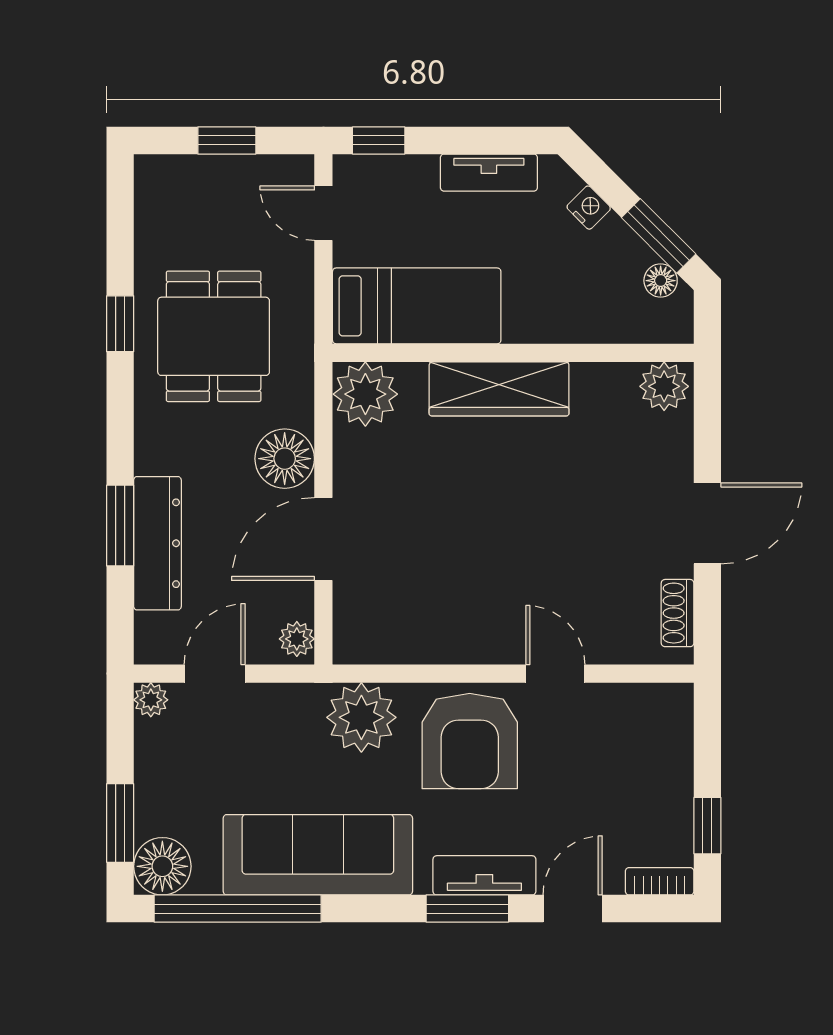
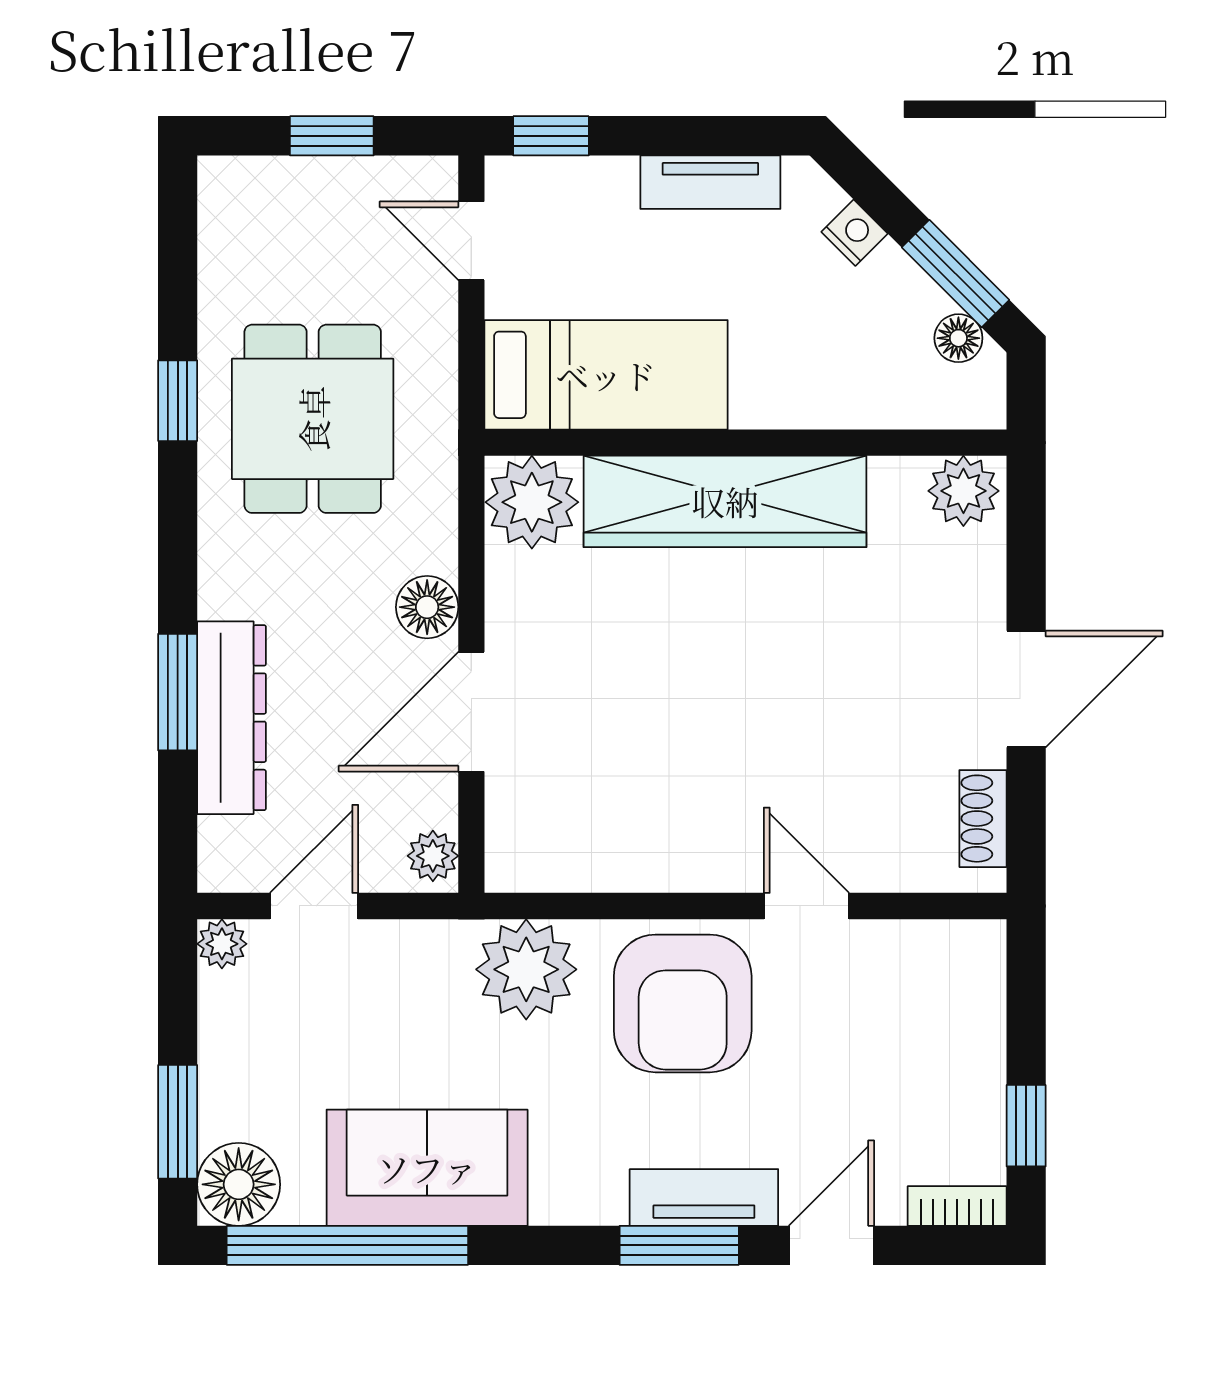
wardrobe: (499, 389) -> (725, 501), width x1.40, depth x1.17
floor lamp: (285, 459) -> (427, 607), width x0.73, depth x0.73
sofa: (318, 855) -> (427, 1168), width x0.73

